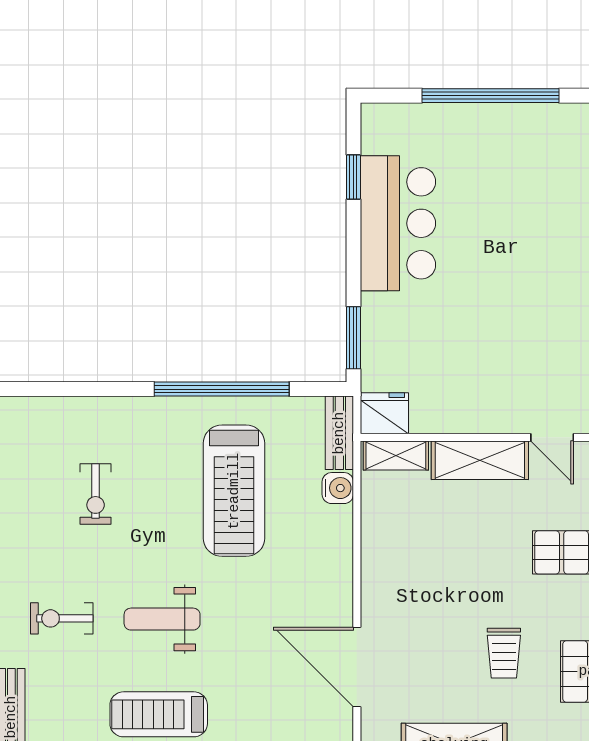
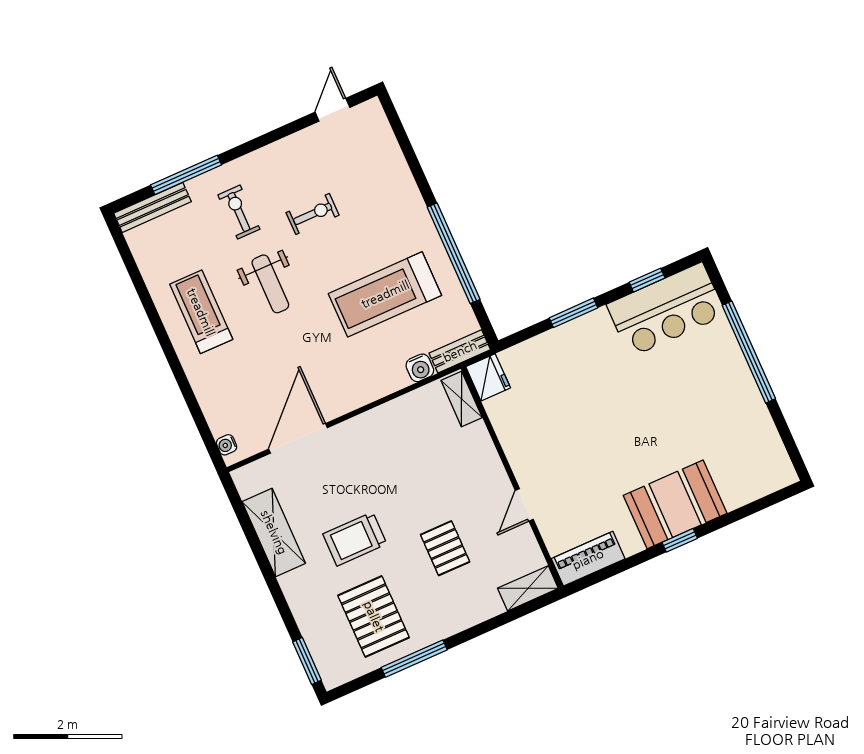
bar counter: (398, 223) -> (666, 310), moved
window: (353, 338) -> (573, 313), moved
shelving: (480, 460) -> (485, 460), removed
exercise bike: (96, 494) -> (313, 214), moved, turned 180
weight bench: (162, 619) -> (270, 284), turned 180
trolley: (504, 653) -> (355, 539), width x1.36, depth x1.39

